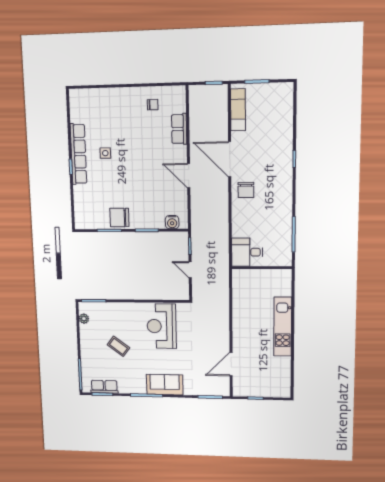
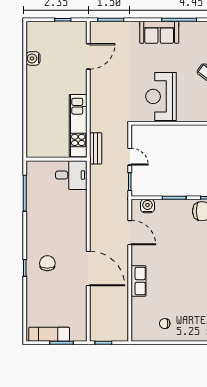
exam couch: (238, 110) -> (49, 334), moved, turned 90
row of seats: (179, 129) -> (138, 281), moved
door: (189, 176) -> (130, 233), moved
chair: (246, 190) -> (47, 263), moved
bench: (223, 278) -> (96, 148), added
reception desk: (162, 326) -> (161, 96), turned 180
kitchen unit: (283, 327) -> (78, 126), moved, turned 180
water cooler: (284, 363) -> (33, 58), added

